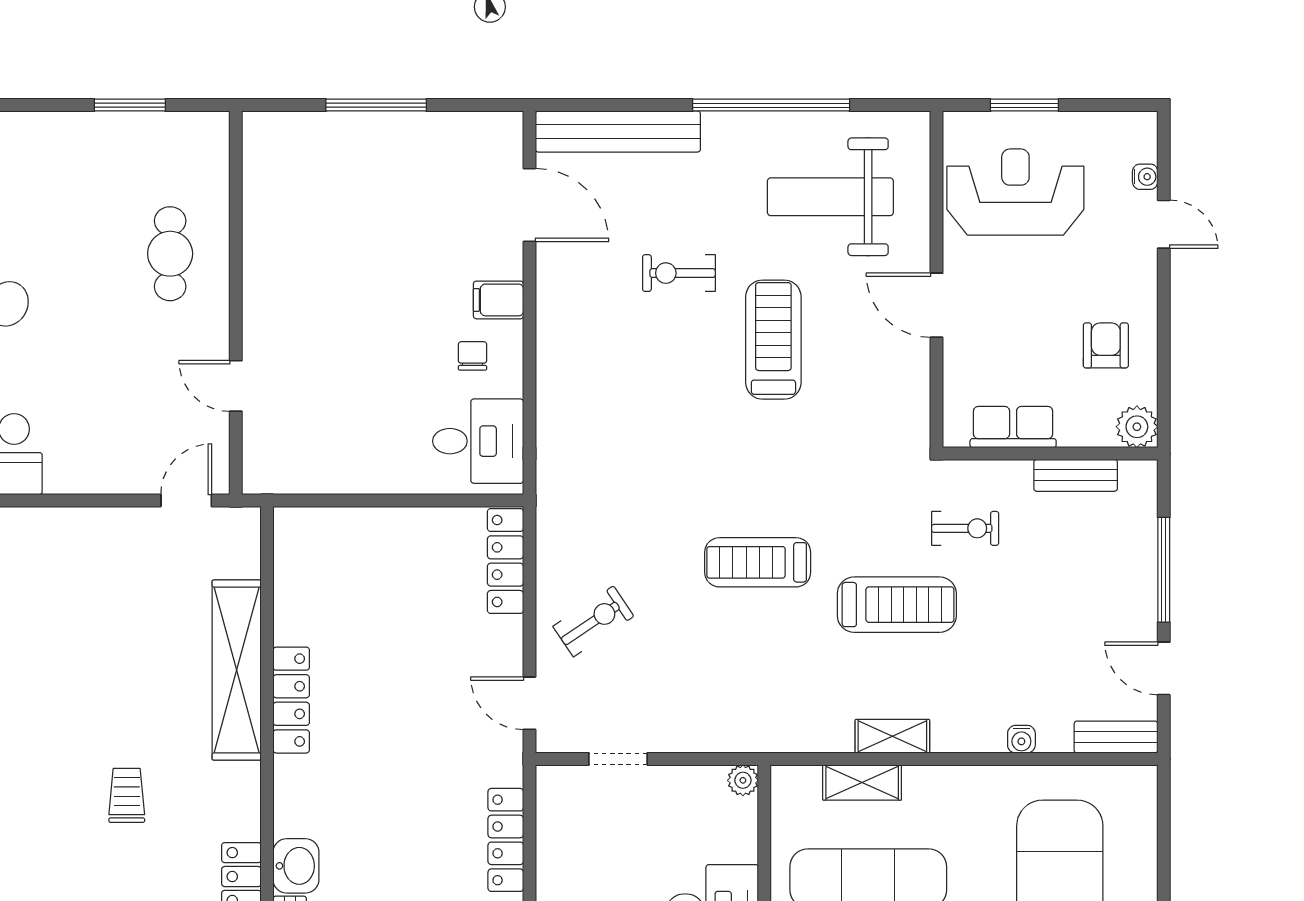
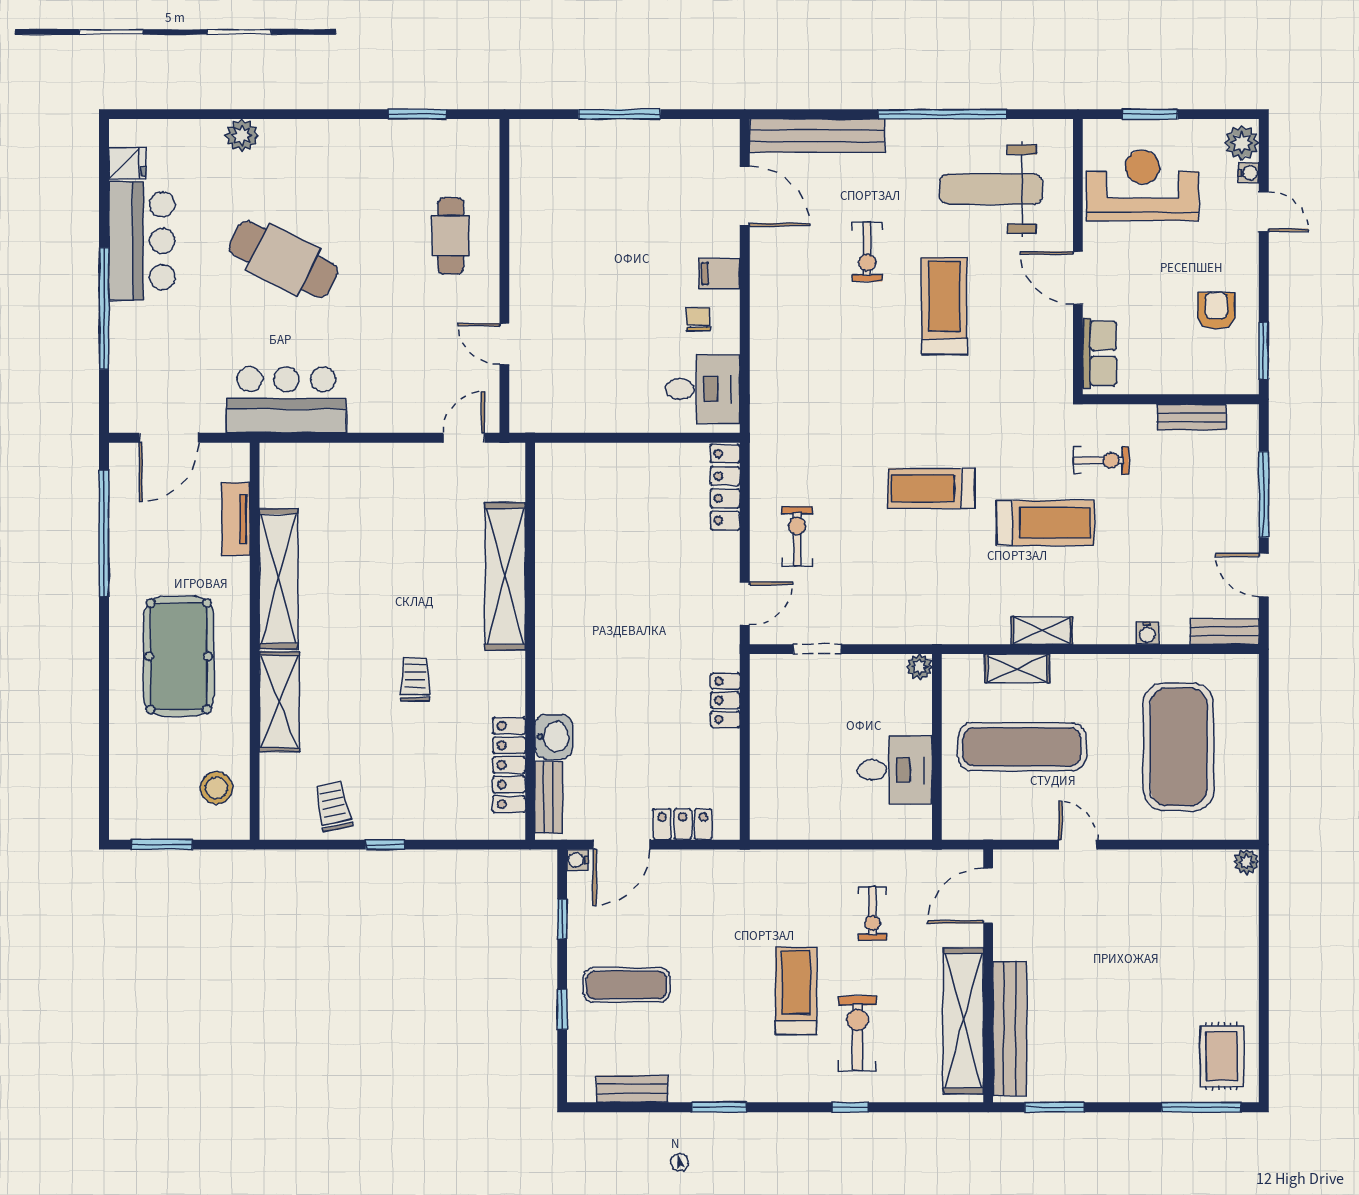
exercise bike: (679, 273) -> (867, 252), turned -90
window: (1164, 394) -> (1264, 351), added
row of seats: (1013, 427) -> (1100, 353), moved, turned 90
plant: (1137, 427) -> (1242, 143), moved
exercise bike: (593, 621) -> (797, 537), turned -56
locker: (291, 700) -> (550, 601), removed
door: (529, 703) -> (745, 604), swing flipped
locker: (506, 840) -> (725, 700), width x0.66

